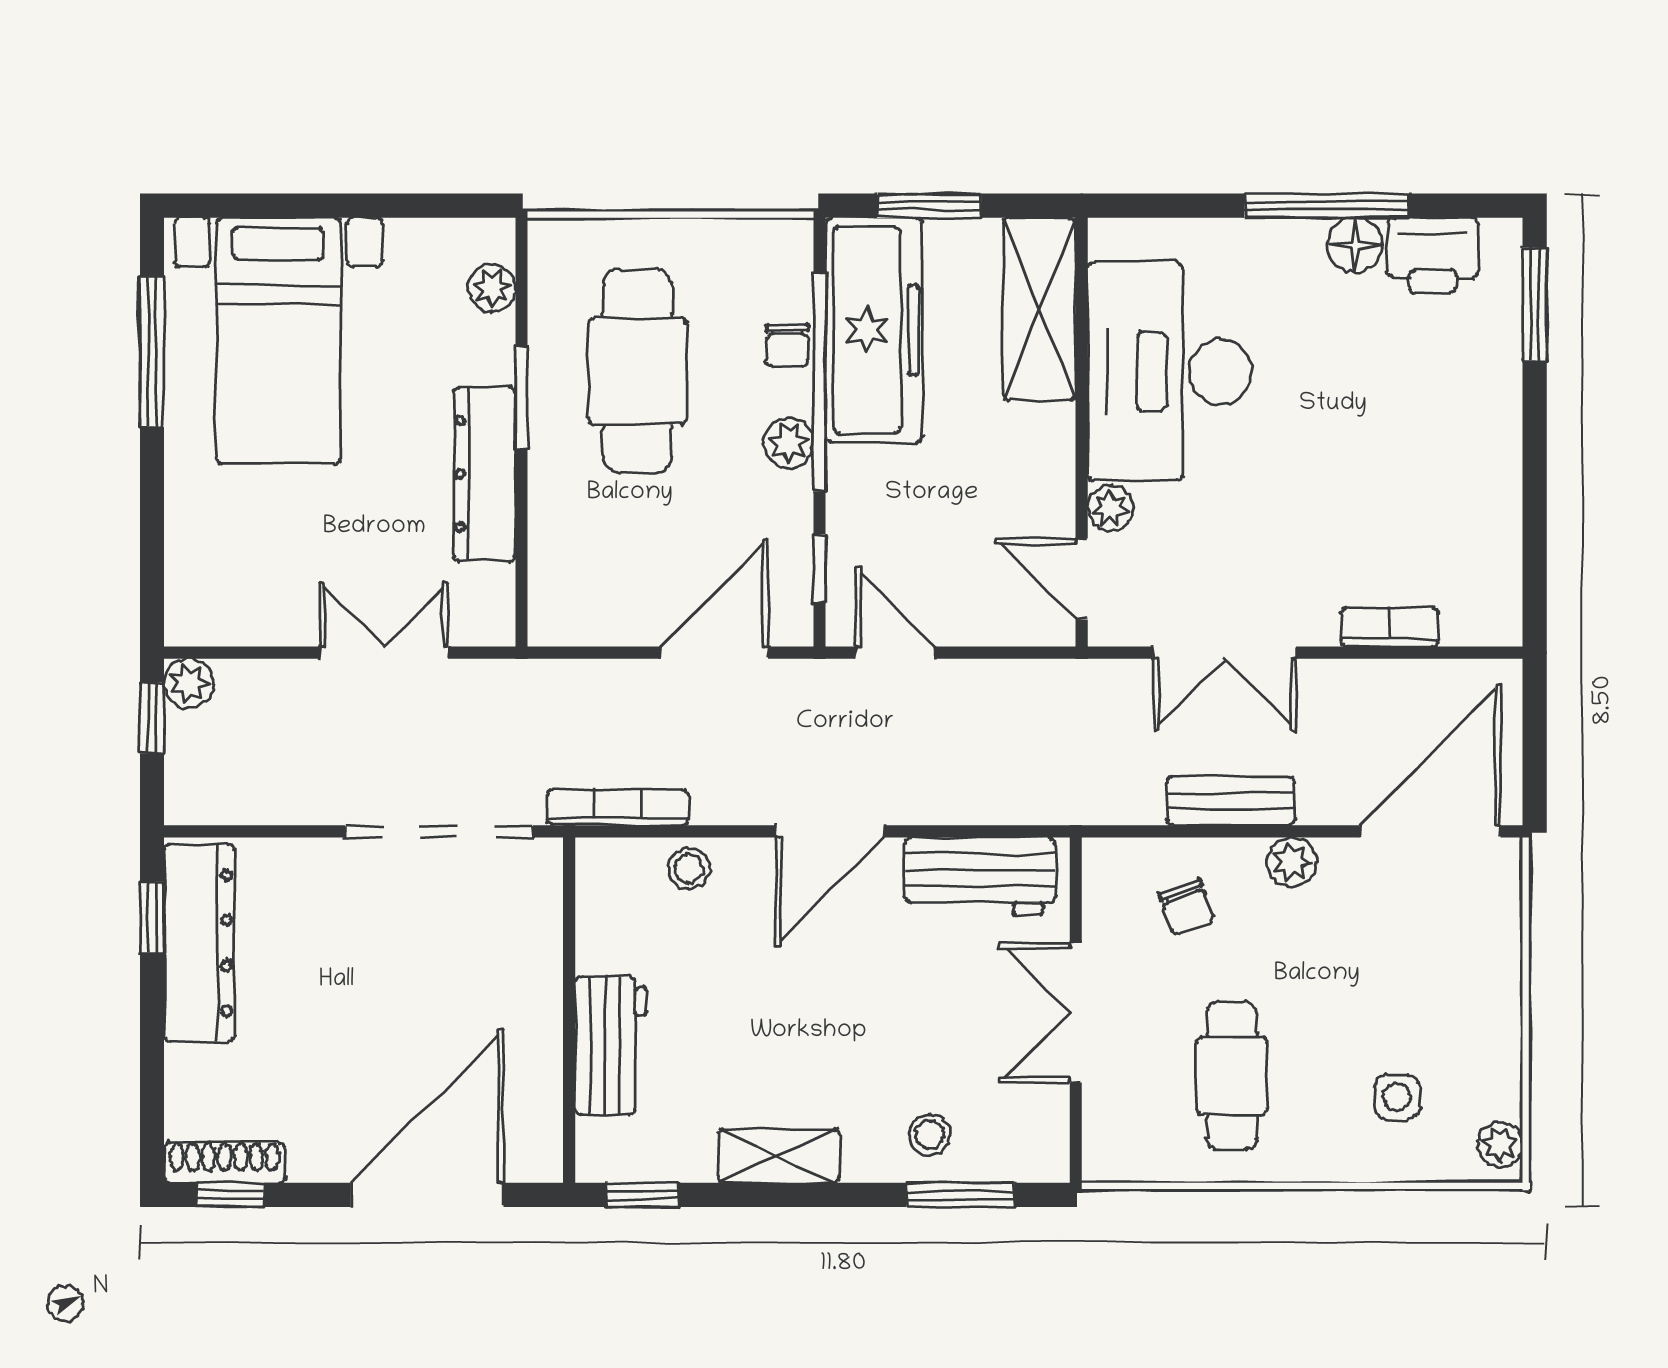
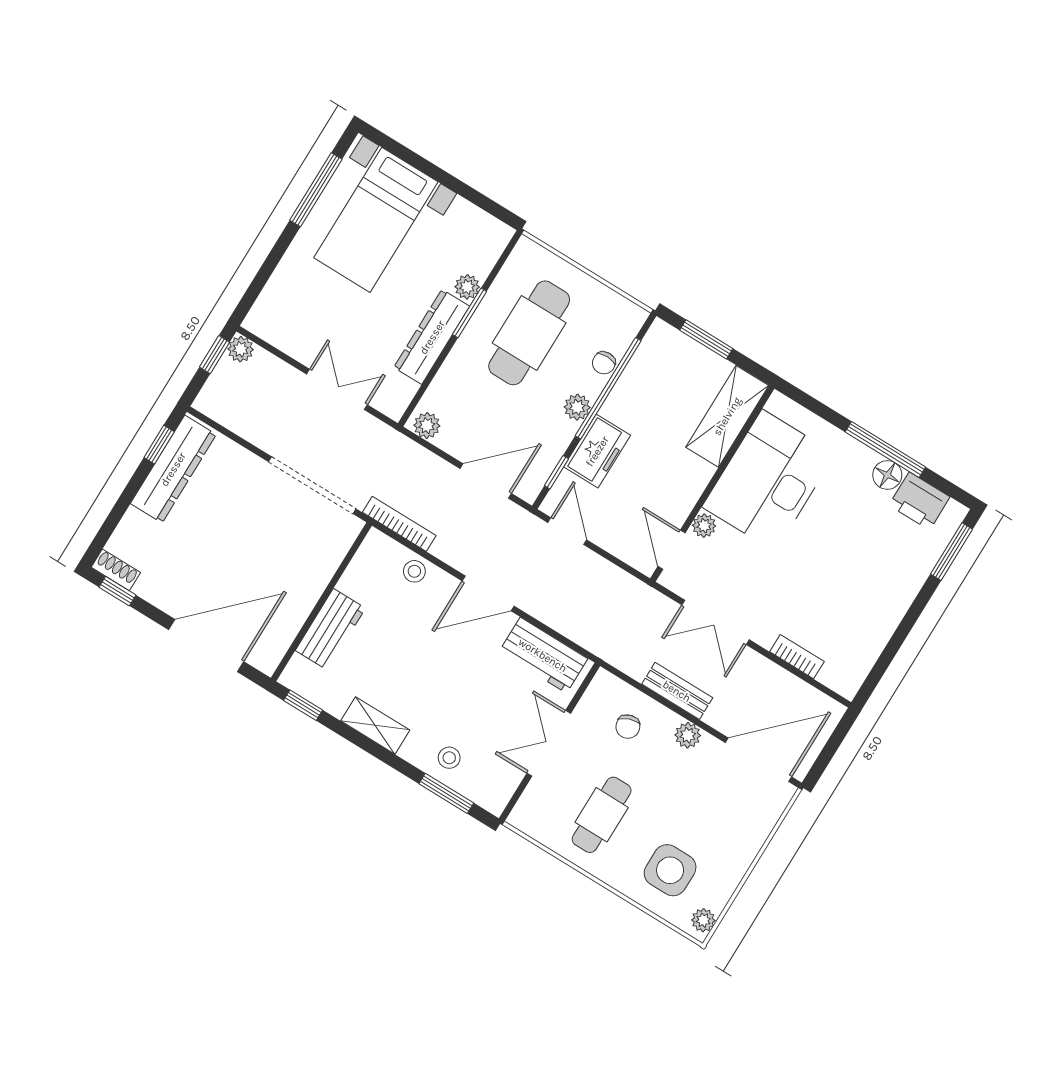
plant: (492, 288) -> (467, 287), moved
freezer: (874, 330) -> (597, 451), moved, width x0.52, depth x0.79
plant: (564, 622) -> (427, 426), added
side table: (1397, 1097) -> (670, 870), width x1.87, depth x1.87
shoe rack: (225, 1162) -> (116, 570), width x0.70

